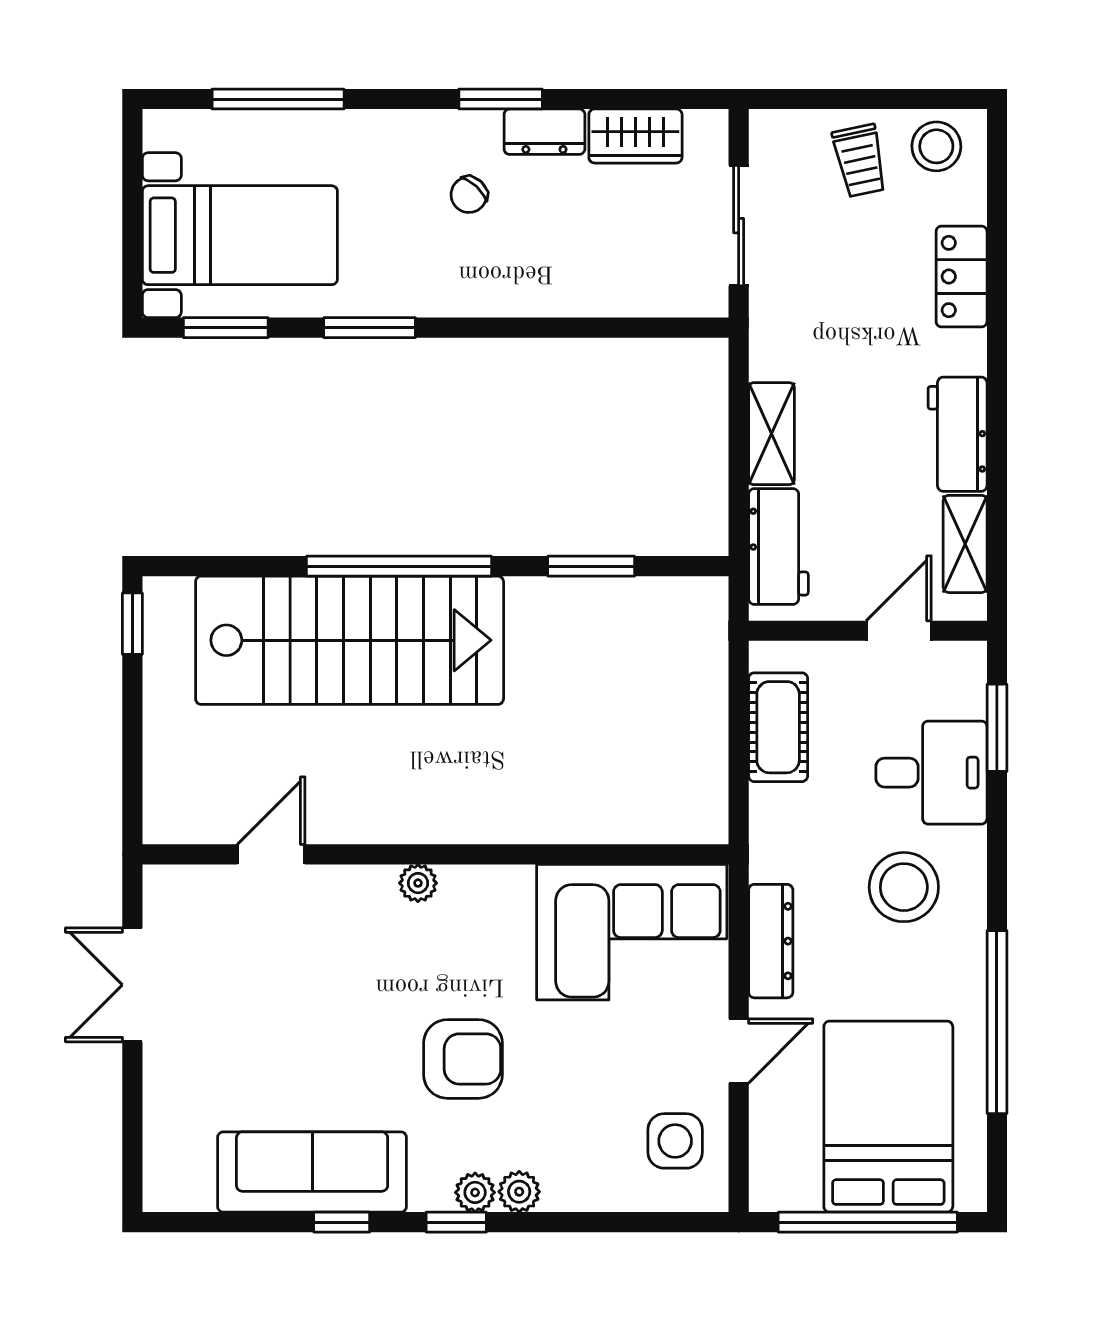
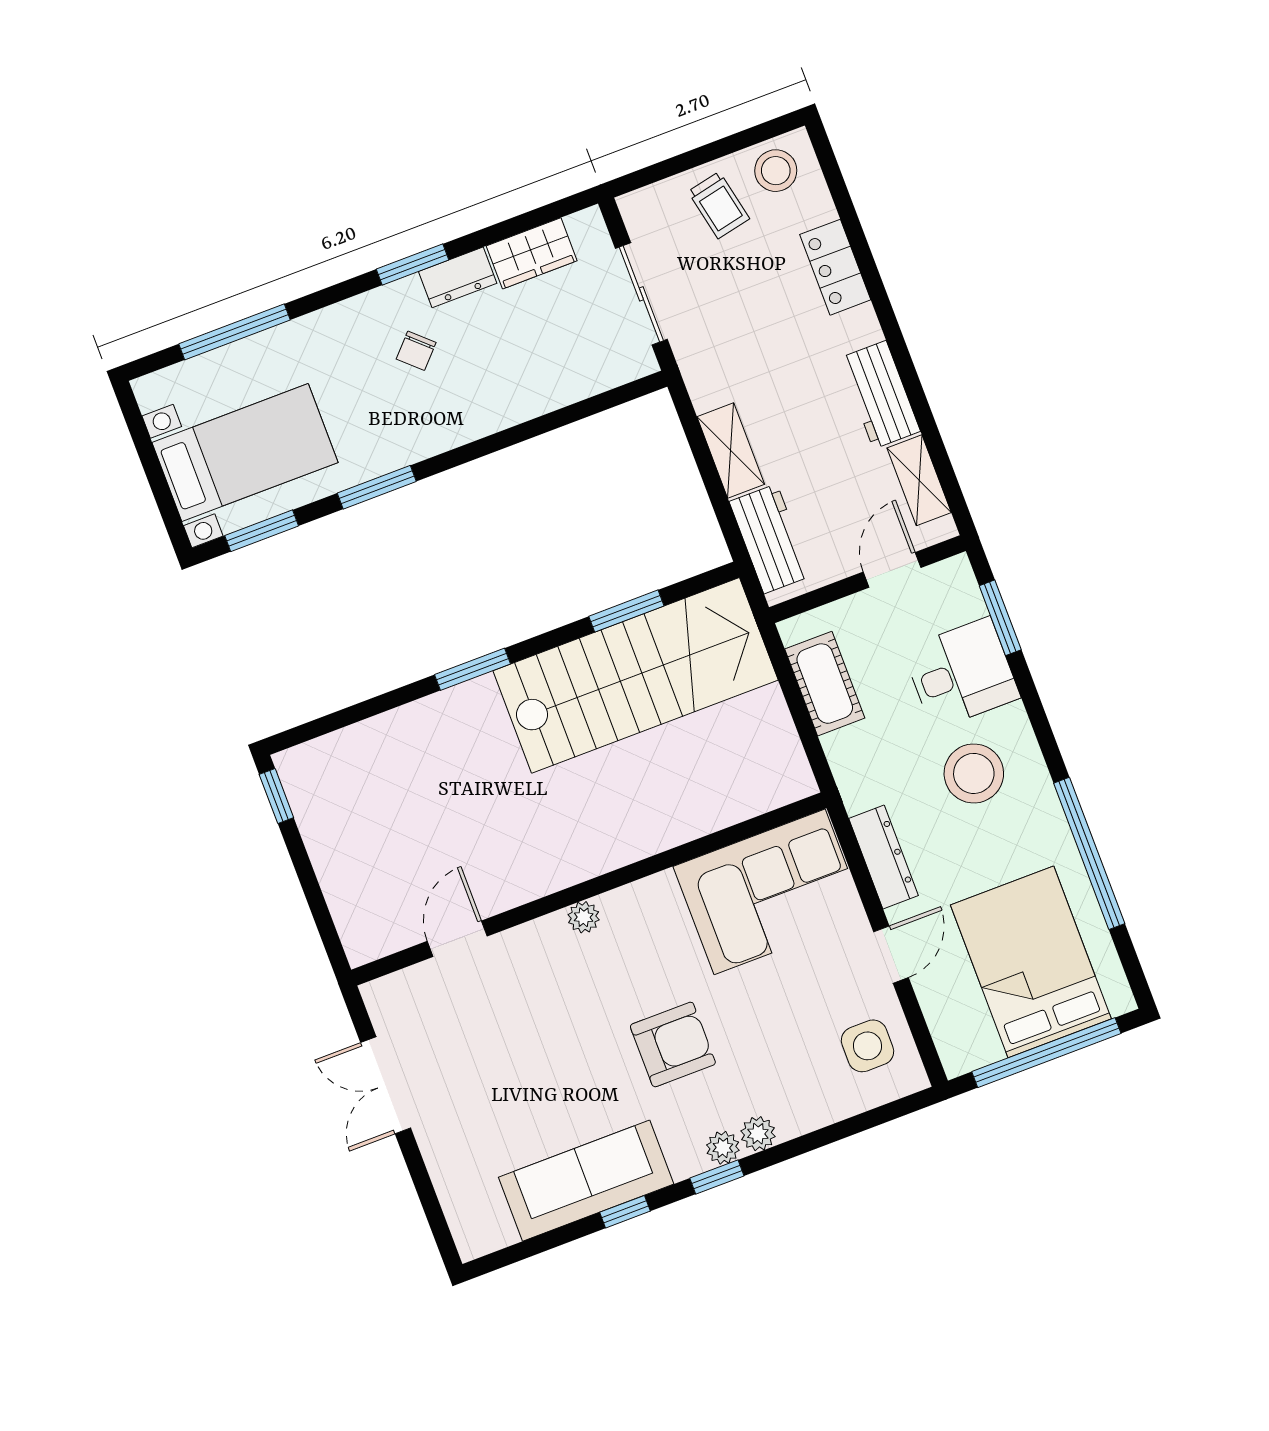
window: (399, 566) -> (473, 669), width x0.47
stairs: (350, 640) -> (636, 675), moved

